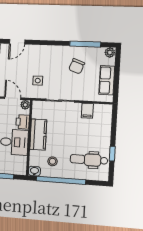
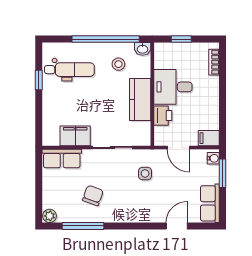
row of seats: (107, 80) -> (62, 159), moved, turned 90
plant: (25, 105) -> (160, 139), removed
filing cabinet: (87, 111) -> (75, 136), width x2.00

